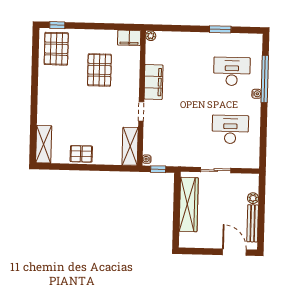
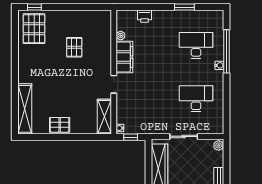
plant: (151, 36) -> (121, 36), moved
filing cabinet: (129, 38) -> (101, 17), removed
printer: (177, 38) -> (145, 16), added
pallet: (99, 70) -> (74, 47), width x0.67, depth x0.71
shelving: (44, 144) -> (25, 109), width x1.47
plant: (253, 198) -> (219, 145), moved

